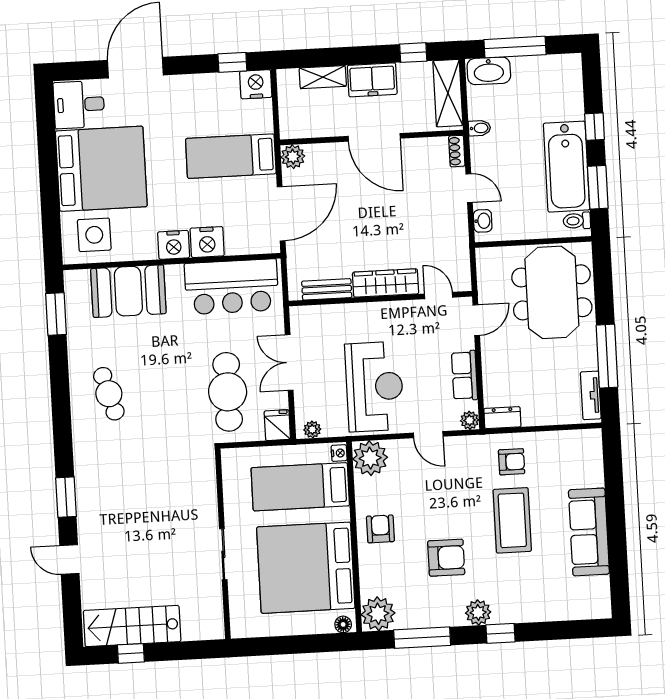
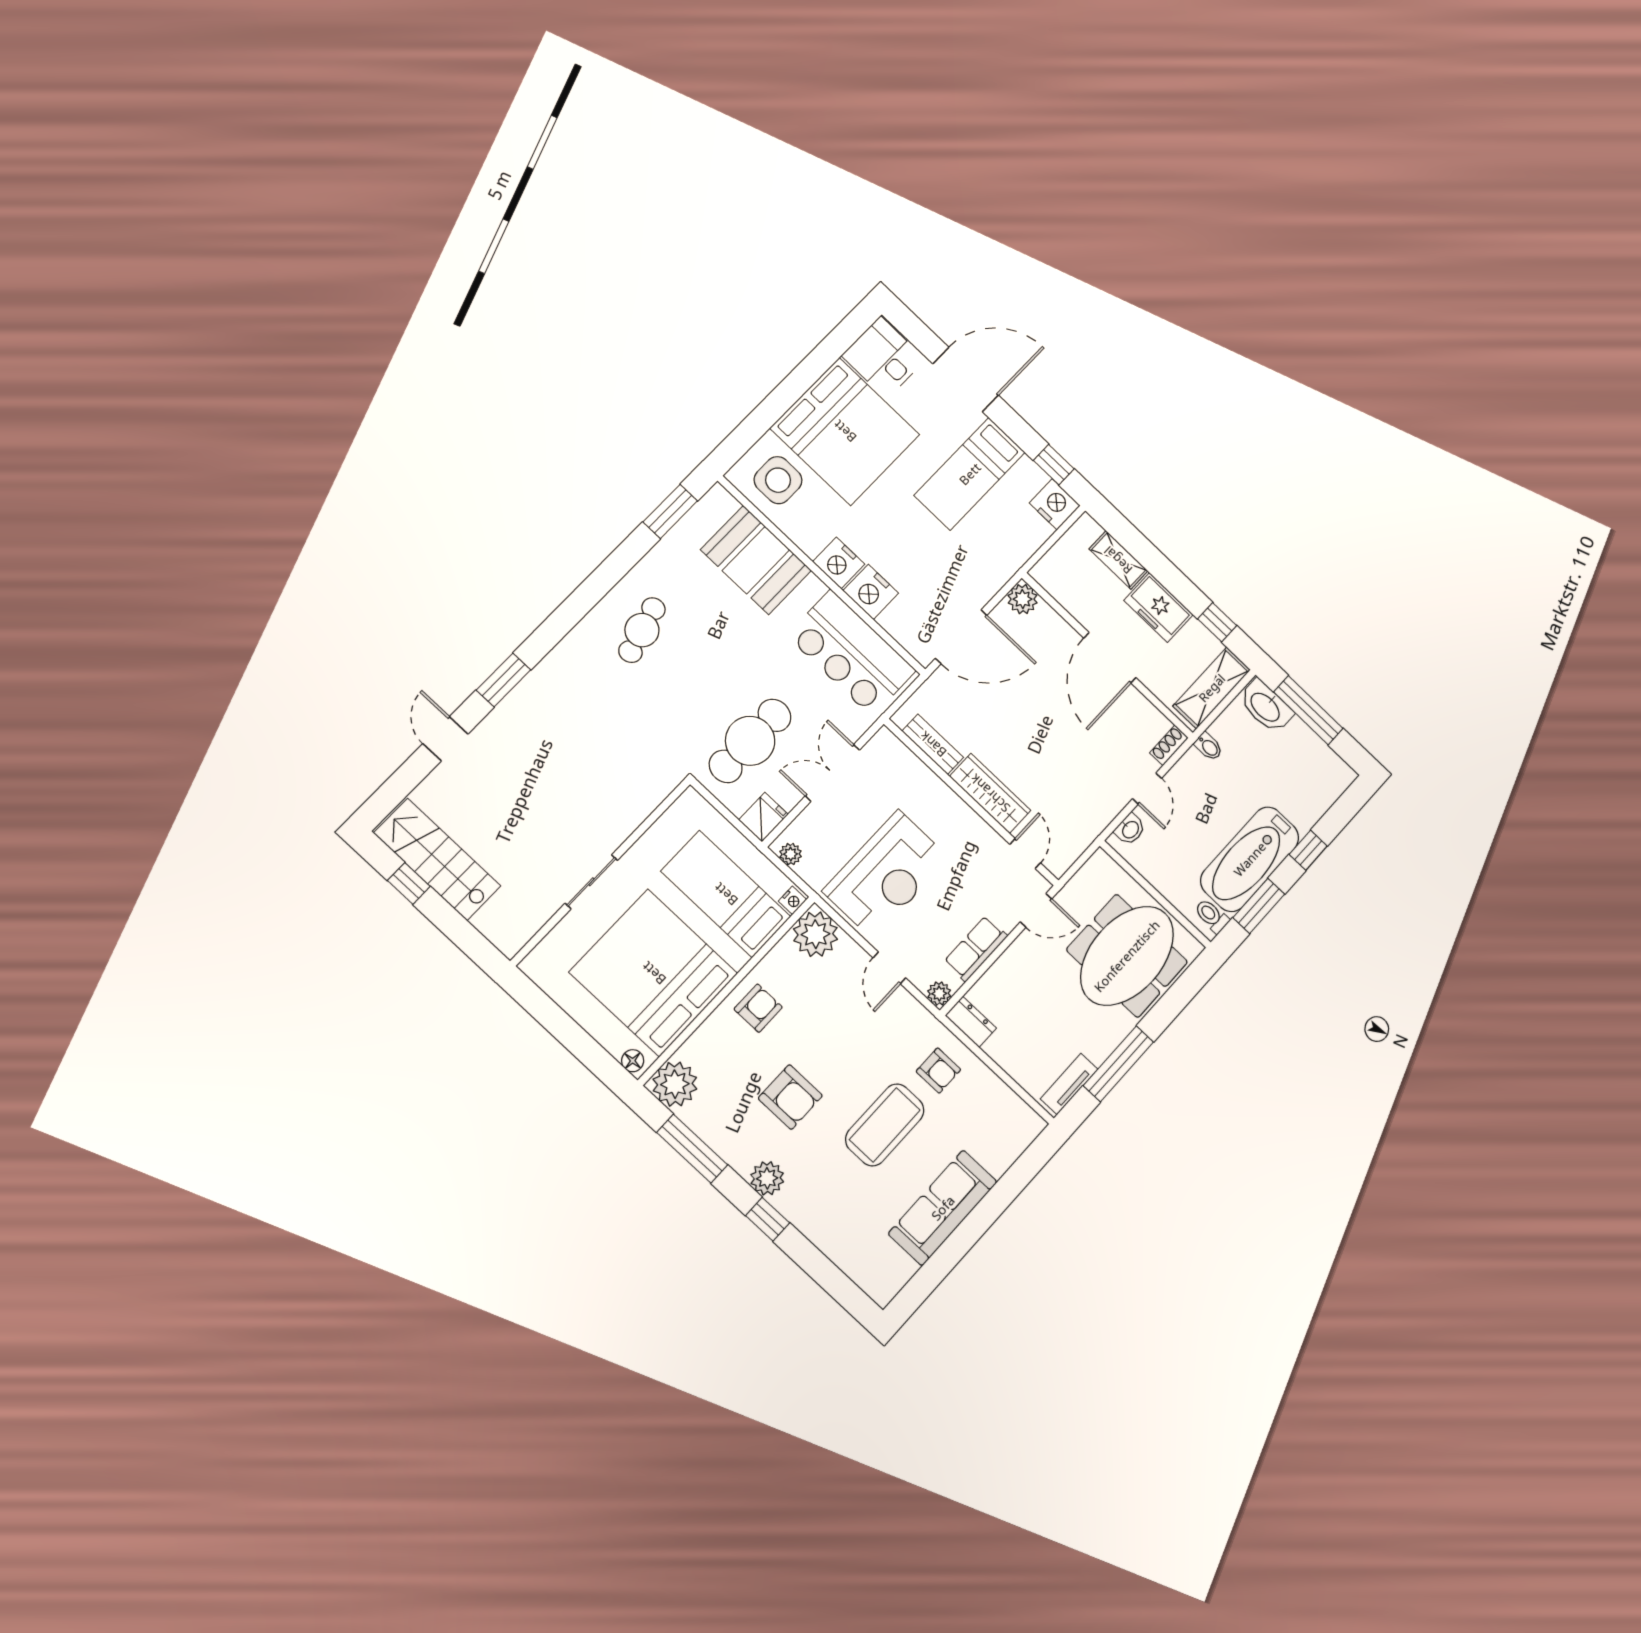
bed: (231, 156) -> (970, 474), moved, turned -90

